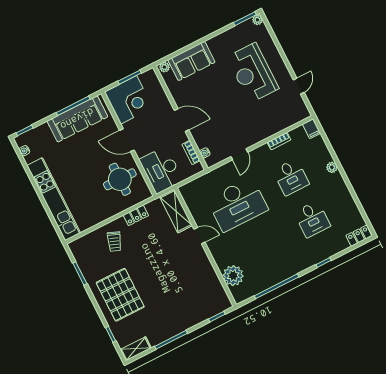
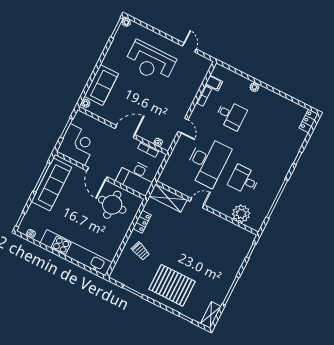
filing cabinet: (311, 129) -> (214, 83), moved
door: (127, 140) -> (97, 174), hinge flipped
desk: (312, 219) -> (244, 180), moved, turned 180

